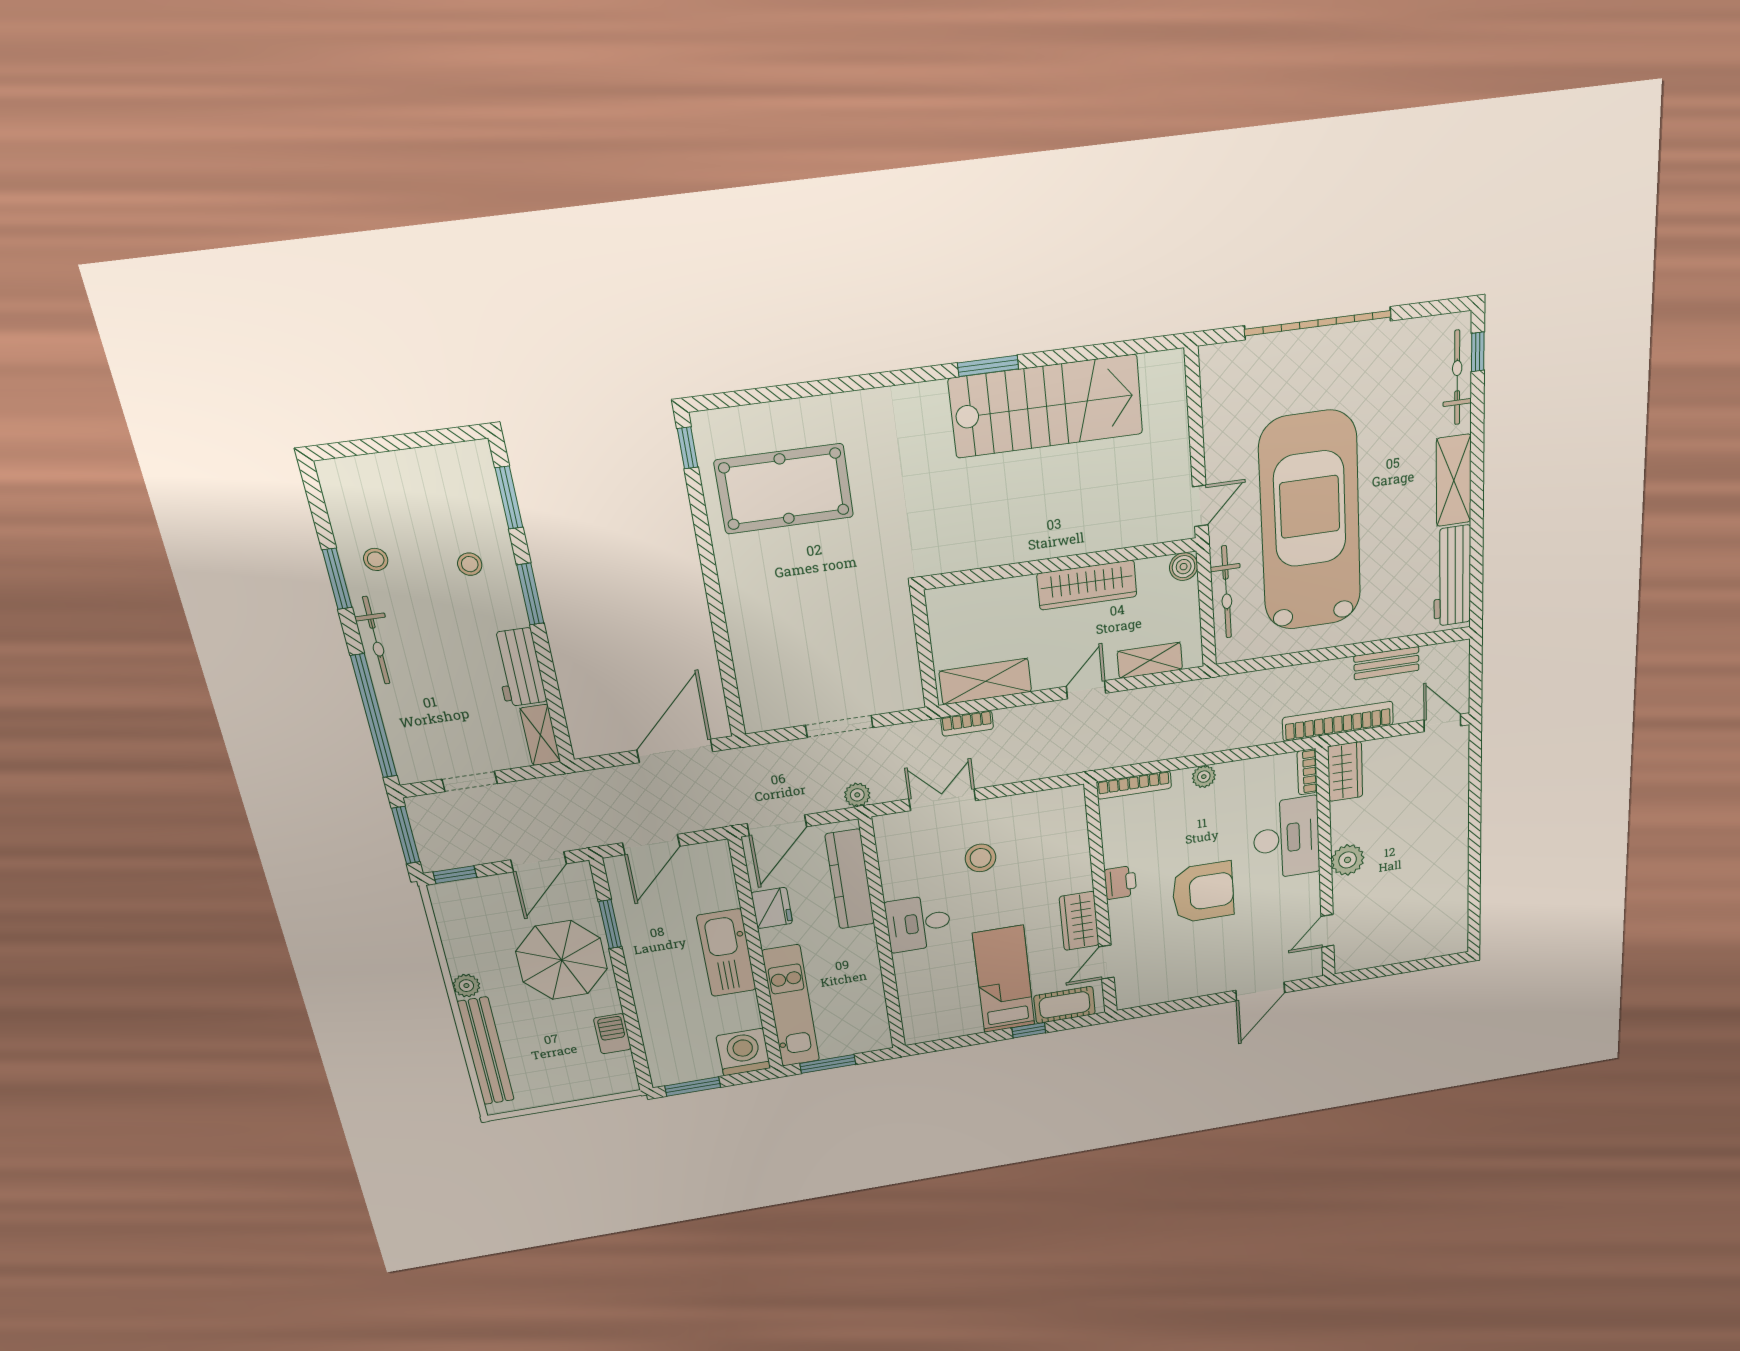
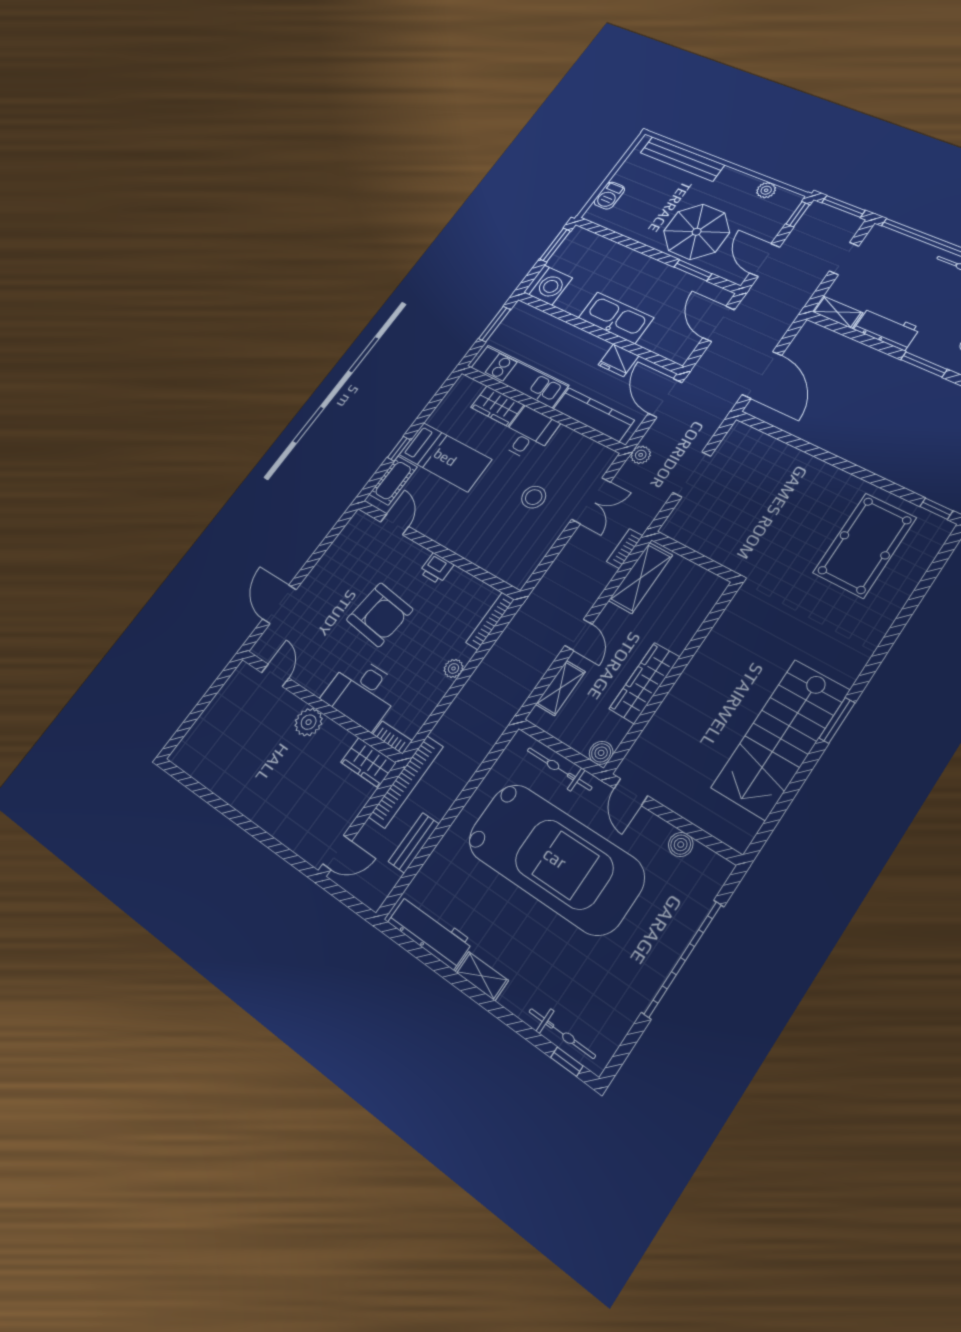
boiler: (1216, 416) -> (681, 845), added
shelving: (1454, 480) -> (482, 976), width x0.67, depth x0.75
armchair: (1203, 892) -> (380, 615), turned -83
wardrobe: (1079, 921) -> (497, 406), moved, turned 180
plant: (466, 986) -> (766, 190), moved
kitchen unit: (791, 1006) -> (519, 376), moved, turned 180
barbecue: (612, 1034) -> (609, 196), moved, turned 90

